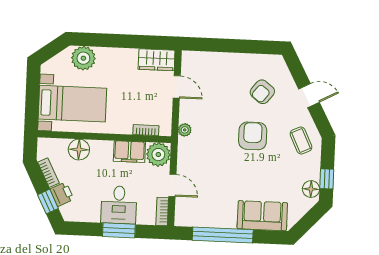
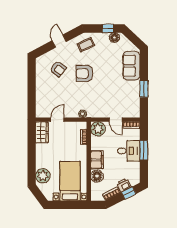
filing cabinet: (129, 152) -> (97, 160), moved
door: (172, 185) -> (116, 120), swing flipped
window: (223, 235) -> (144, 89), width x0.47

